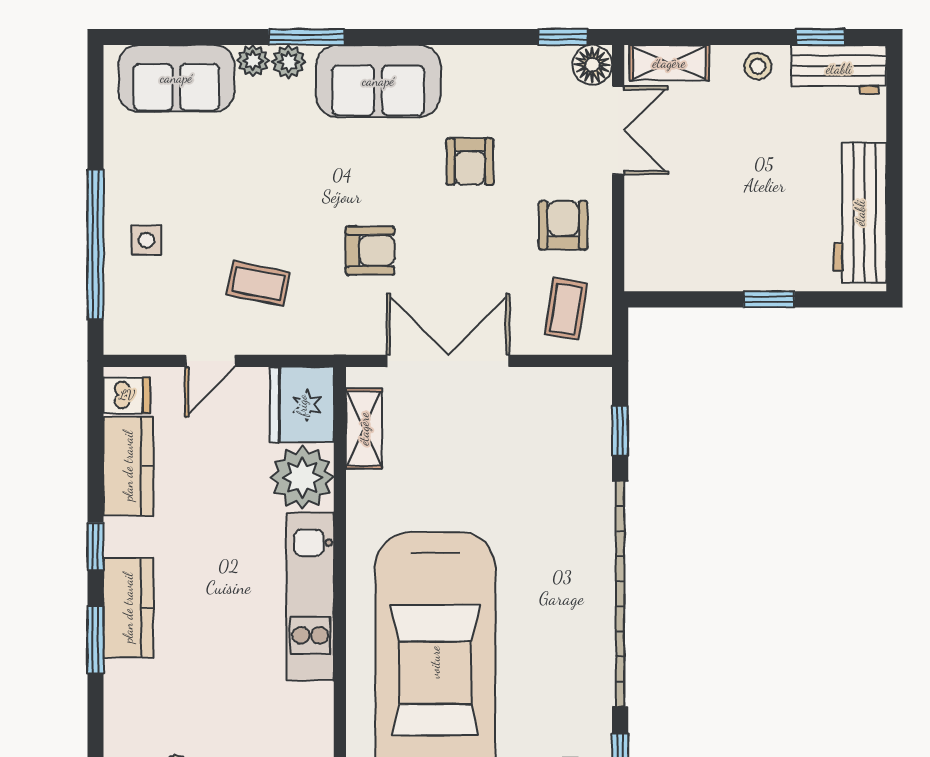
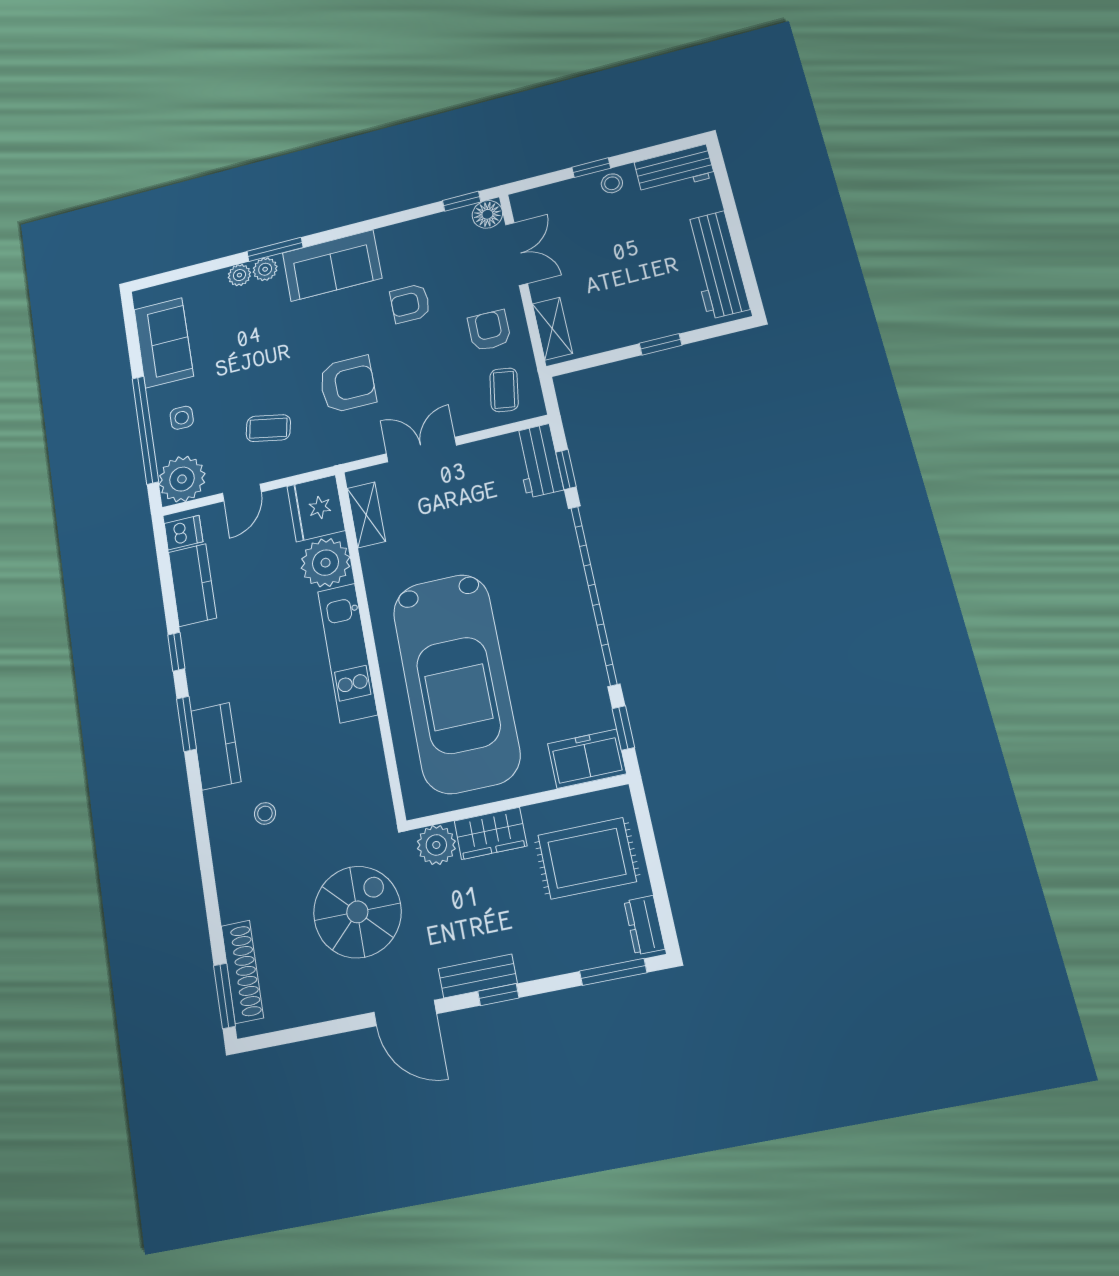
window: (821, 37) -> (591, 168), moved
shelving: (669, 63) -> (552, 329), moved, turned 90
sofa: (176, 78) -> (164, 343), moved, turned -90
armchair: (470, 161) -> (410, 303), turned 90
armchair: (370, 251) -> (348, 384), width x1.38, depth x1.38
plant: (135, 324) -> (182, 479), added
double door: (448, 361) -> (421, 450), width x0.73
workbench: (589, 412) -> (538, 461), added
kitchen counter: (128, 608) -> (216, 746), moved

